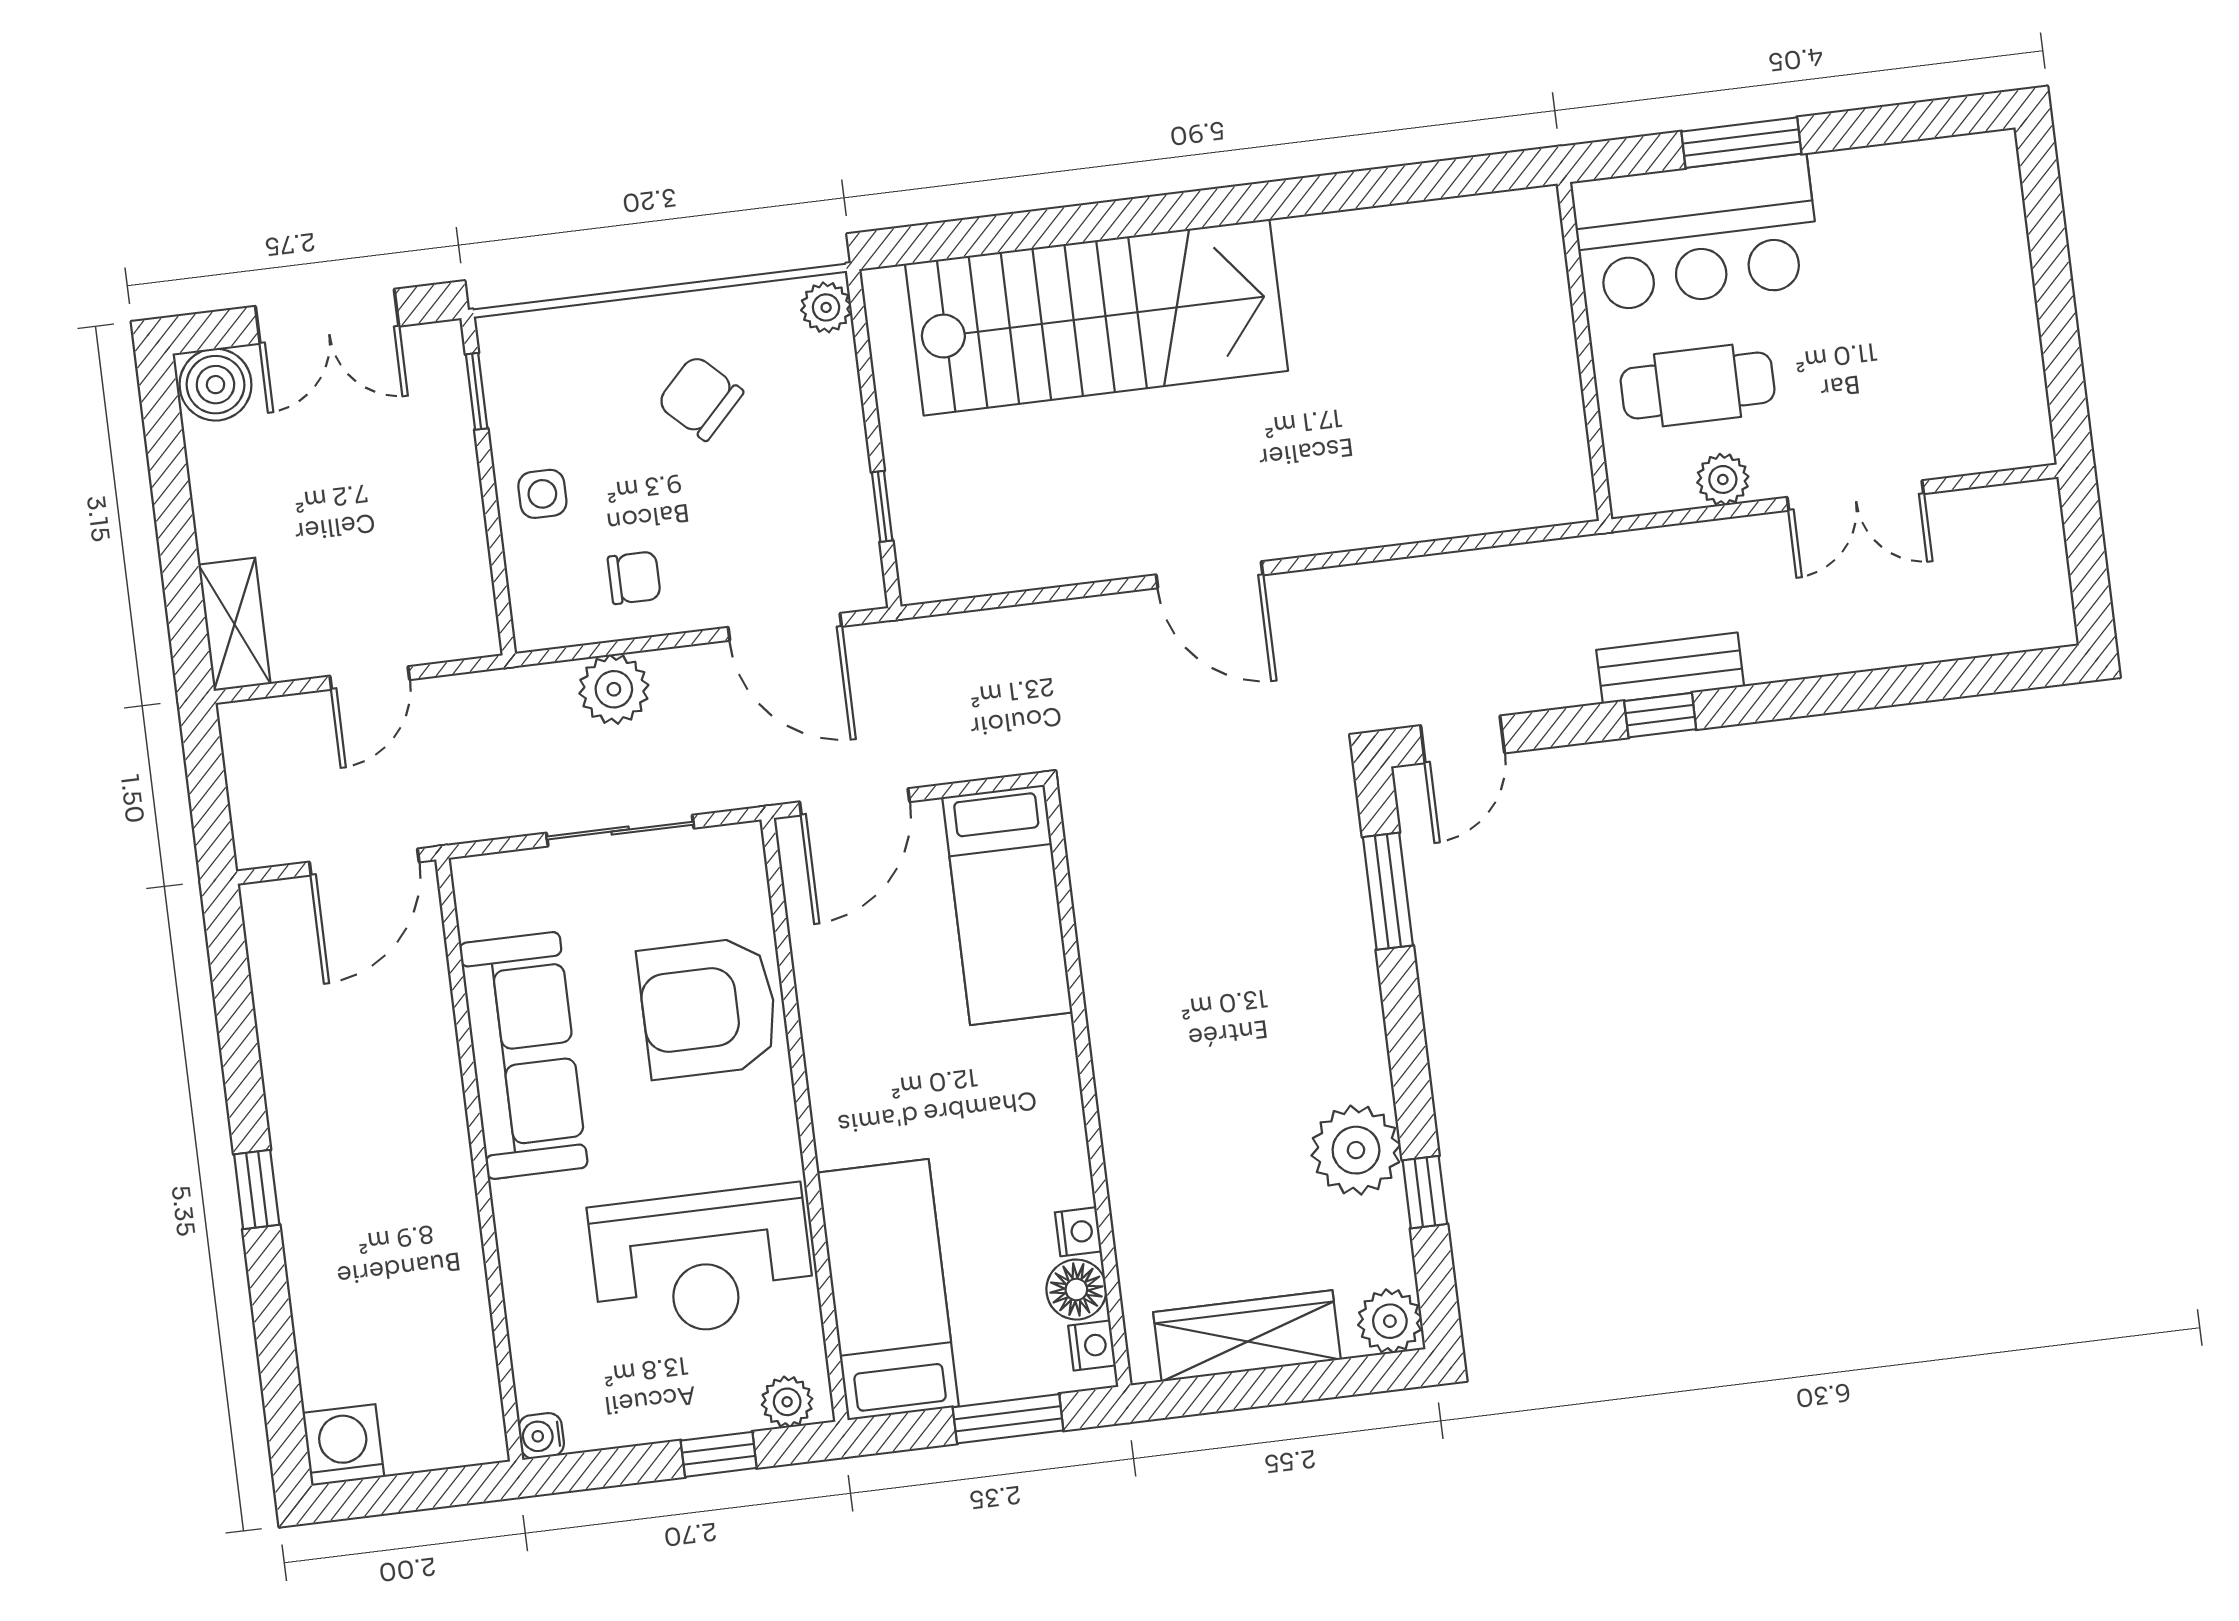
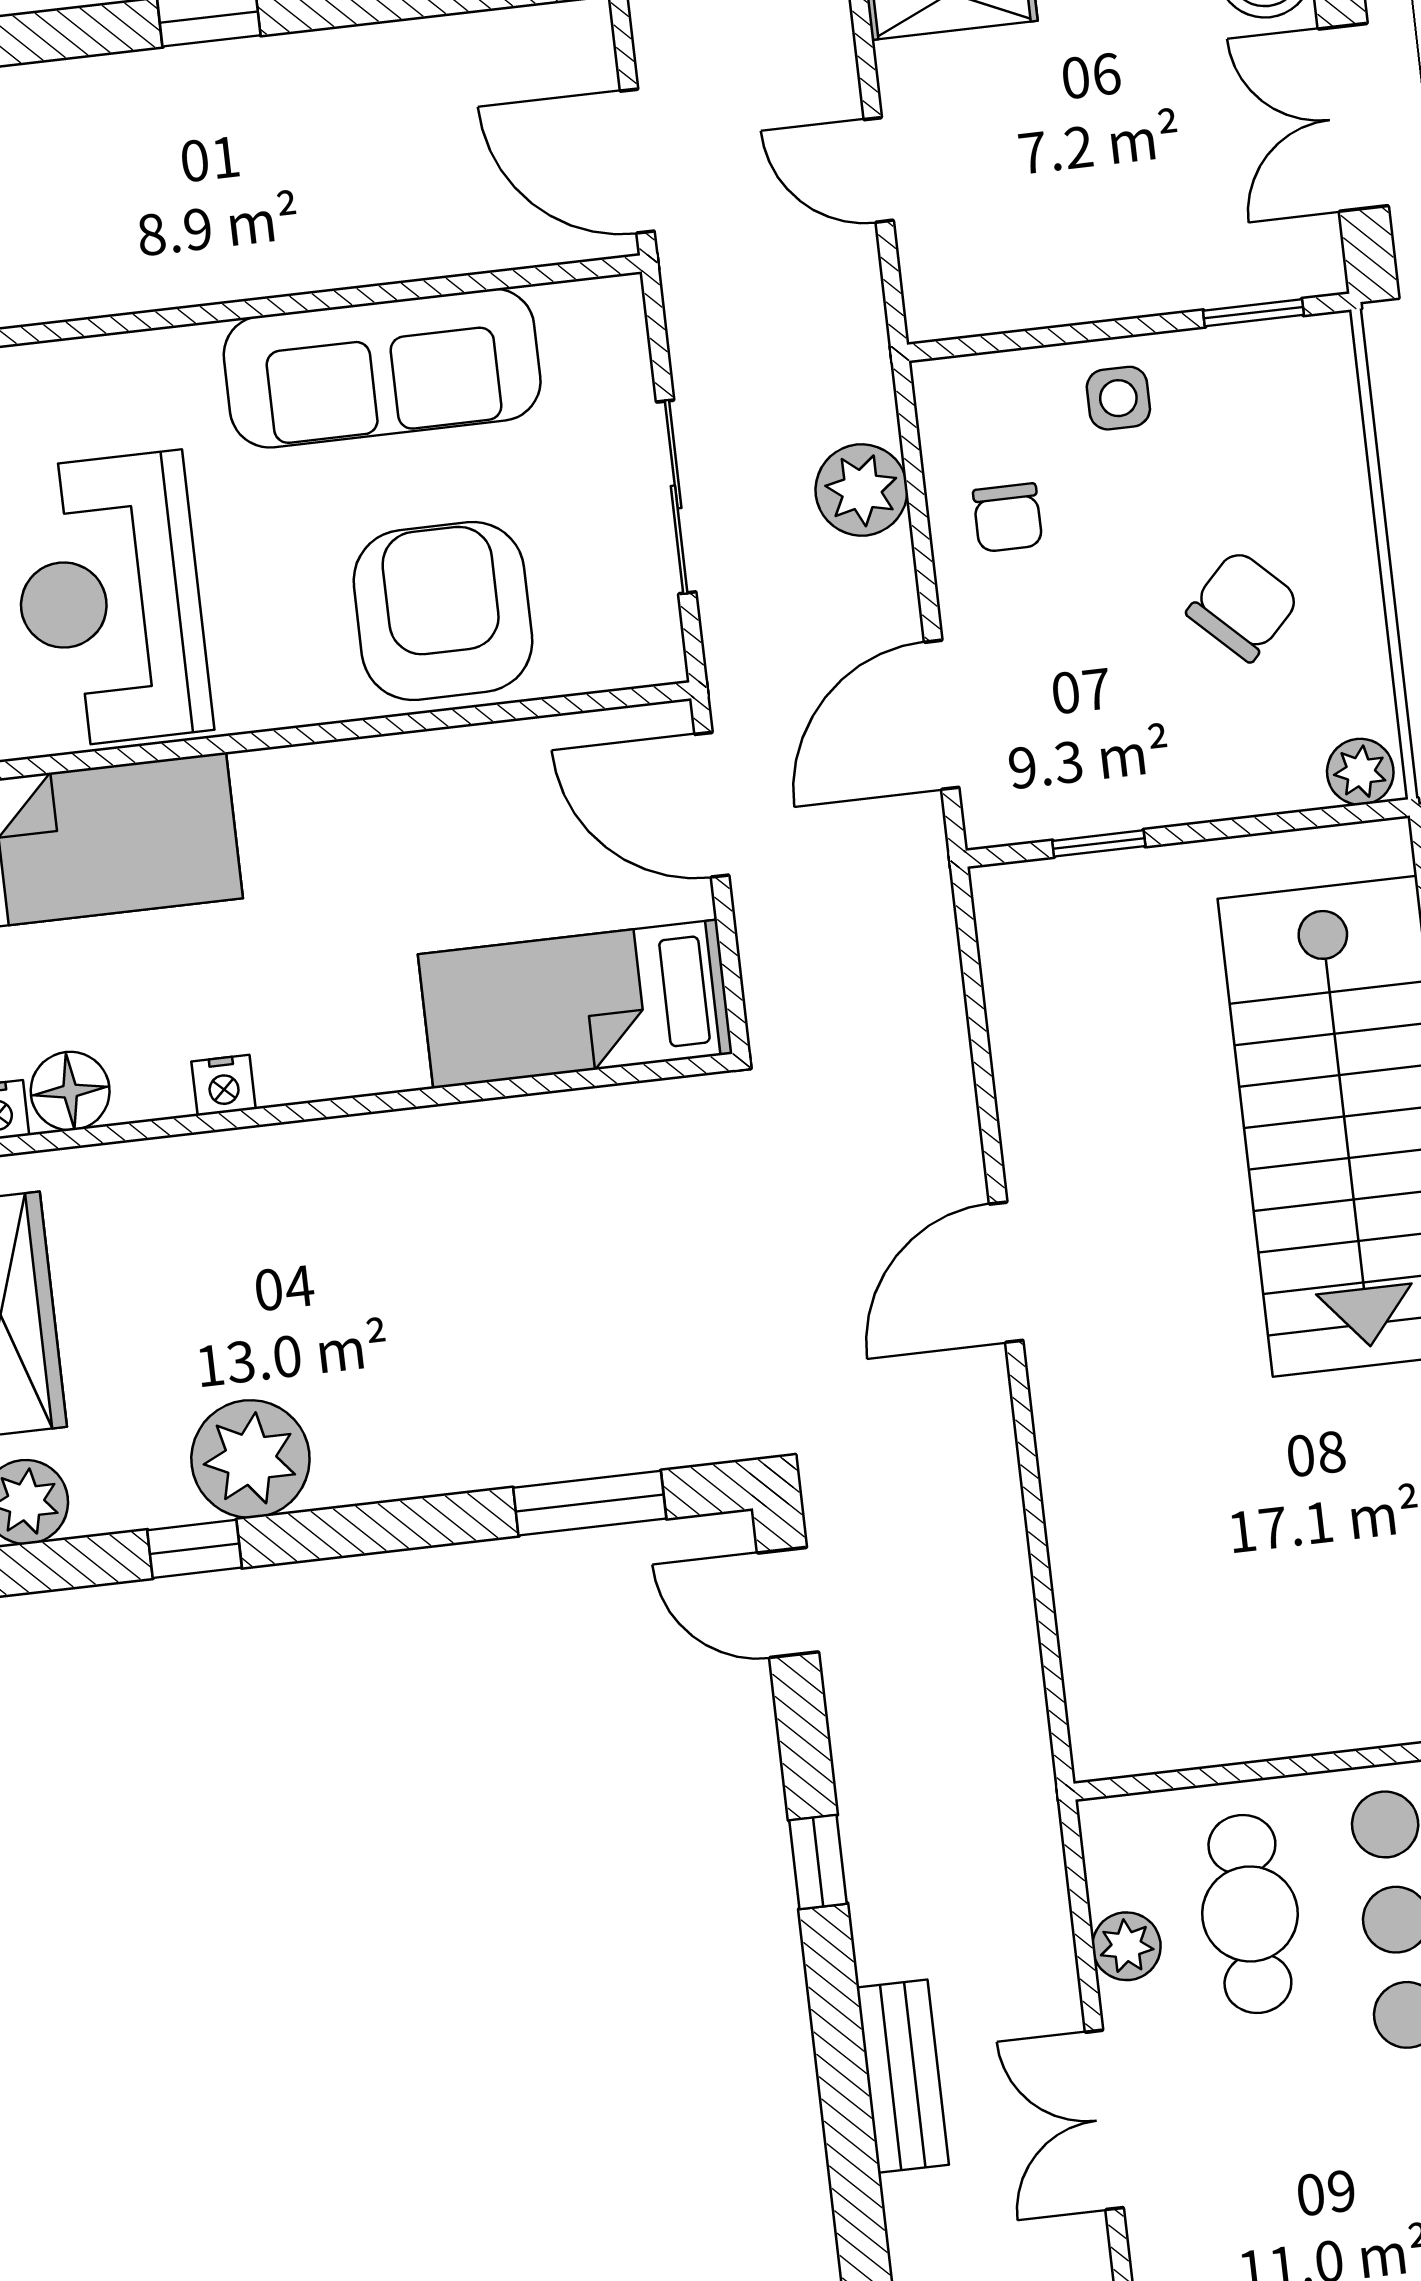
bench: (1670, 668) -> (903, 2076), moved
nightstand: (1078, 1232) -> (224, 1085), moved

